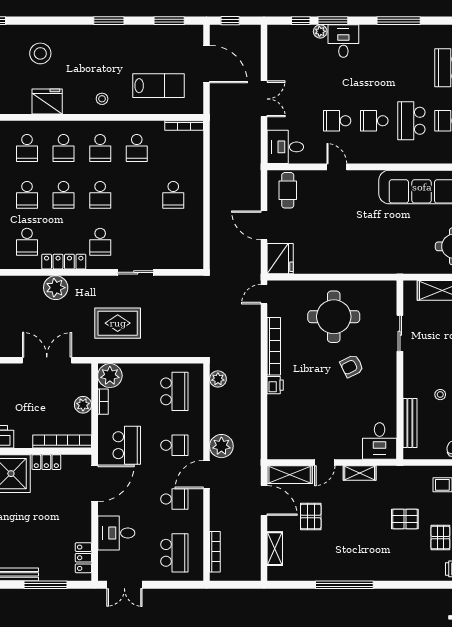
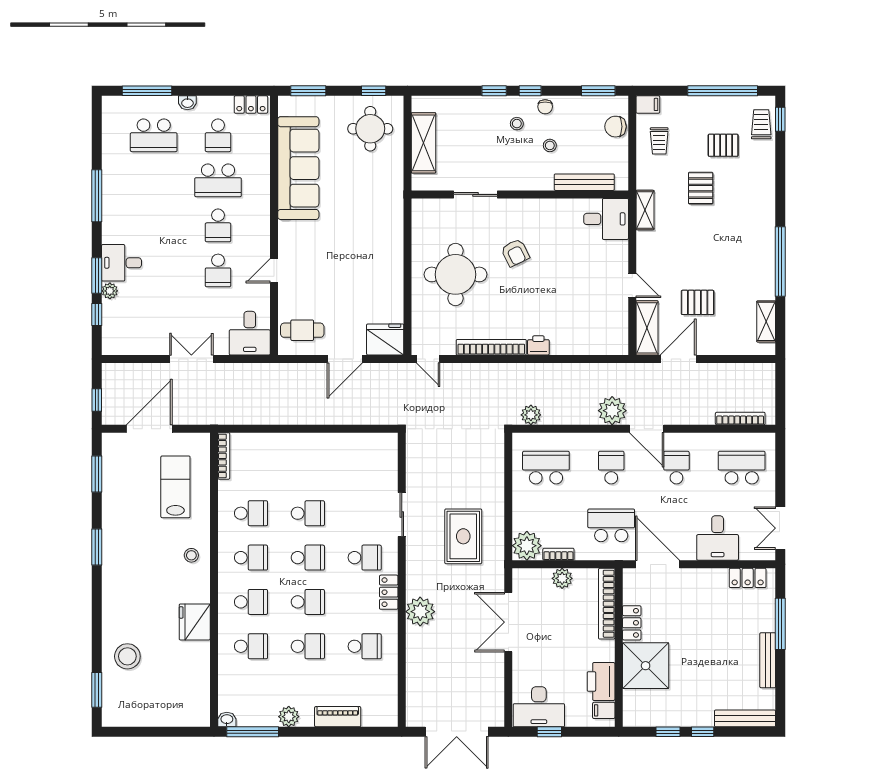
stool: (40, 53) -> (127, 656), moved
school desk: (173, 195) -> (308, 513), moved
locker: (64, 262) -> (389, 592), width x0.66
shelving: (360, 473) -> (645, 210), moved
shelving: (275, 549) -> (766, 321), moved, turned 90
double door: (124, 585) -> (780, 528), swing flipped

